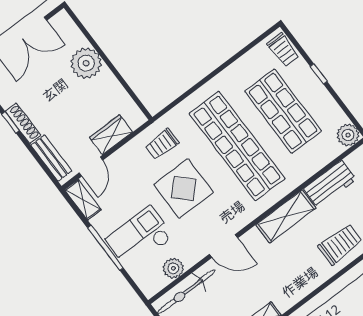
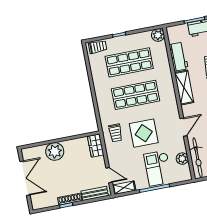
wardrobe: (111, 135) -> (96, 146), moved
shop shelf: (237, 146) -> (135, 95), width x0.71

